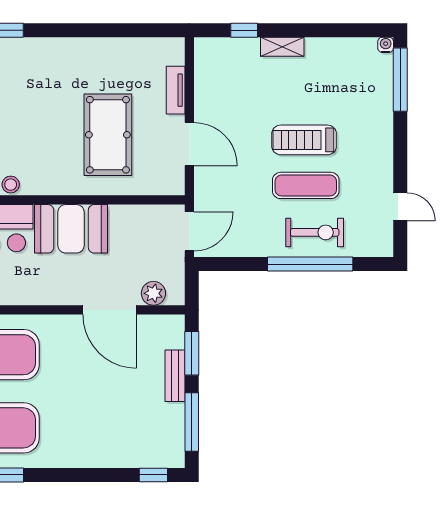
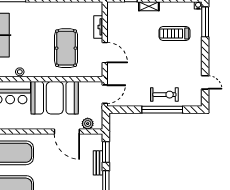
treadmill: (304, 140) -> (175, 34), moved
exercise mat: (306, 185) -> (160, 72), removed
booth: (71, 229) -> (55, 98), width x1.36, depth x1.42

